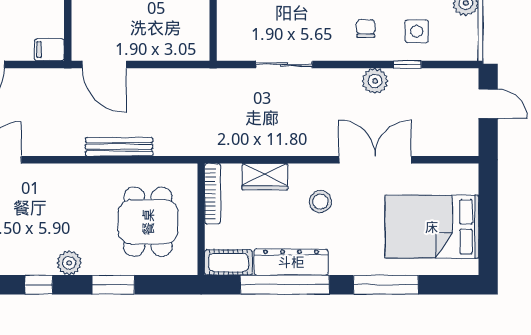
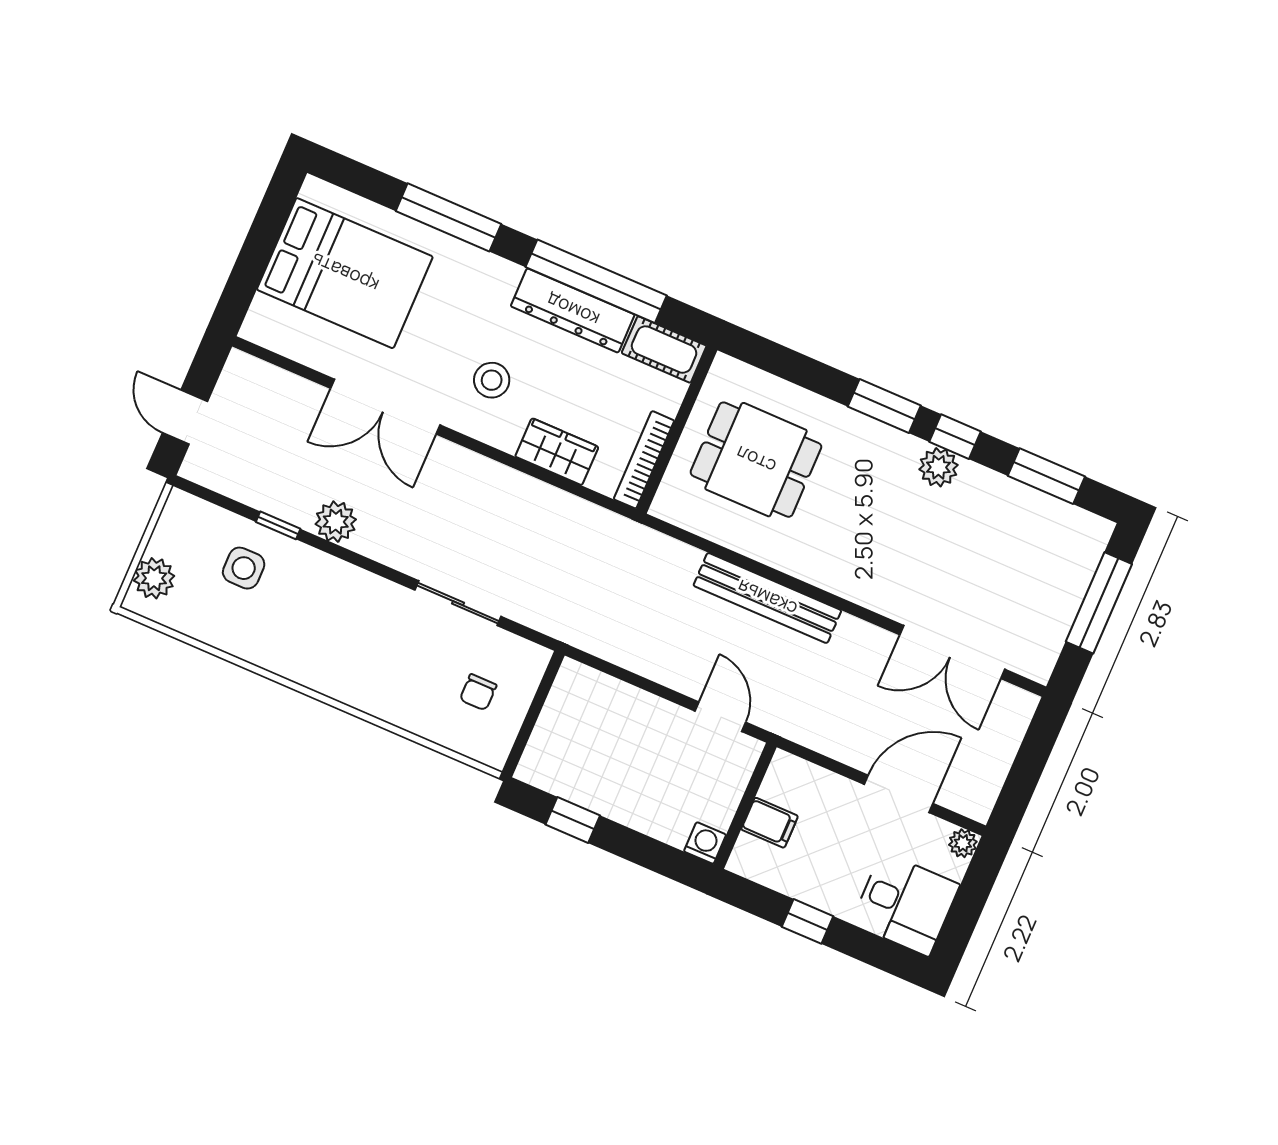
chair: (366, 29) -> (478, 692), moved
filing cabinet: (49, 50) -> (770, 823), moved
door: (104, 64) -> (720, 717), width x0.73
bench: (119, 147) -> (767, 598), width x1.37, depth x1.21
dining table: (148, 222) -> (756, 460), turned 90
plant: (69, 263) -> (938, 467), moved
window: (113, 285) -> (884, 406), moved

